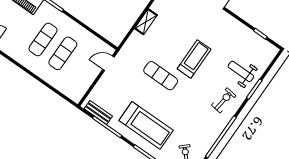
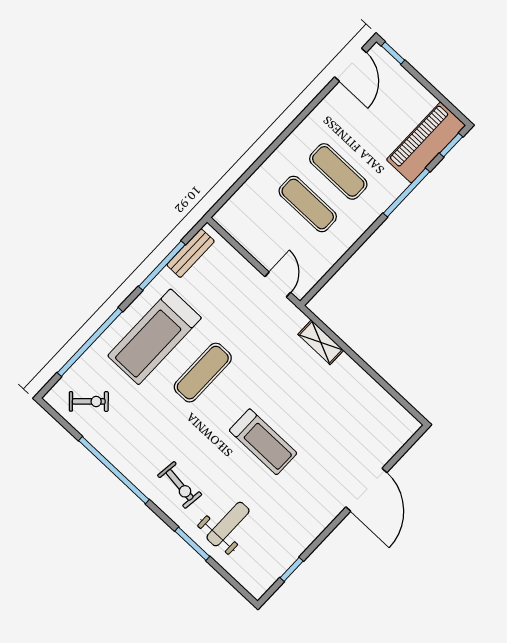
shelving: (146, 22) -> (321, 342), moved
exercise mat: (161, 76) -> (203, 373), moved

